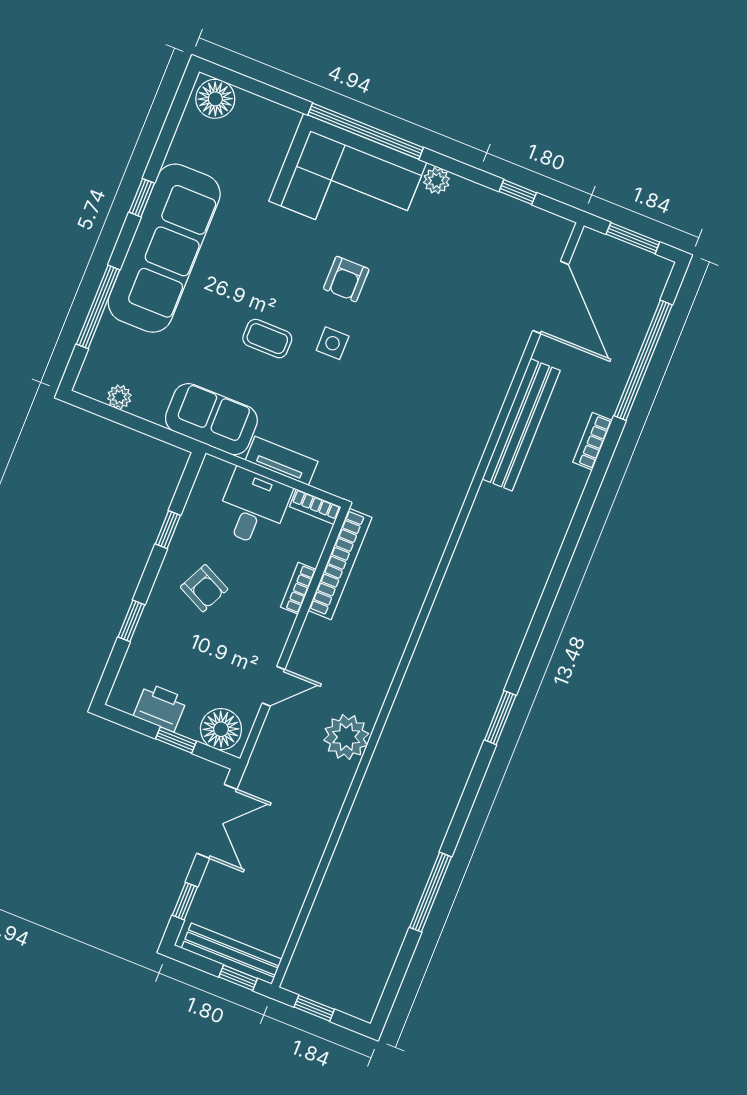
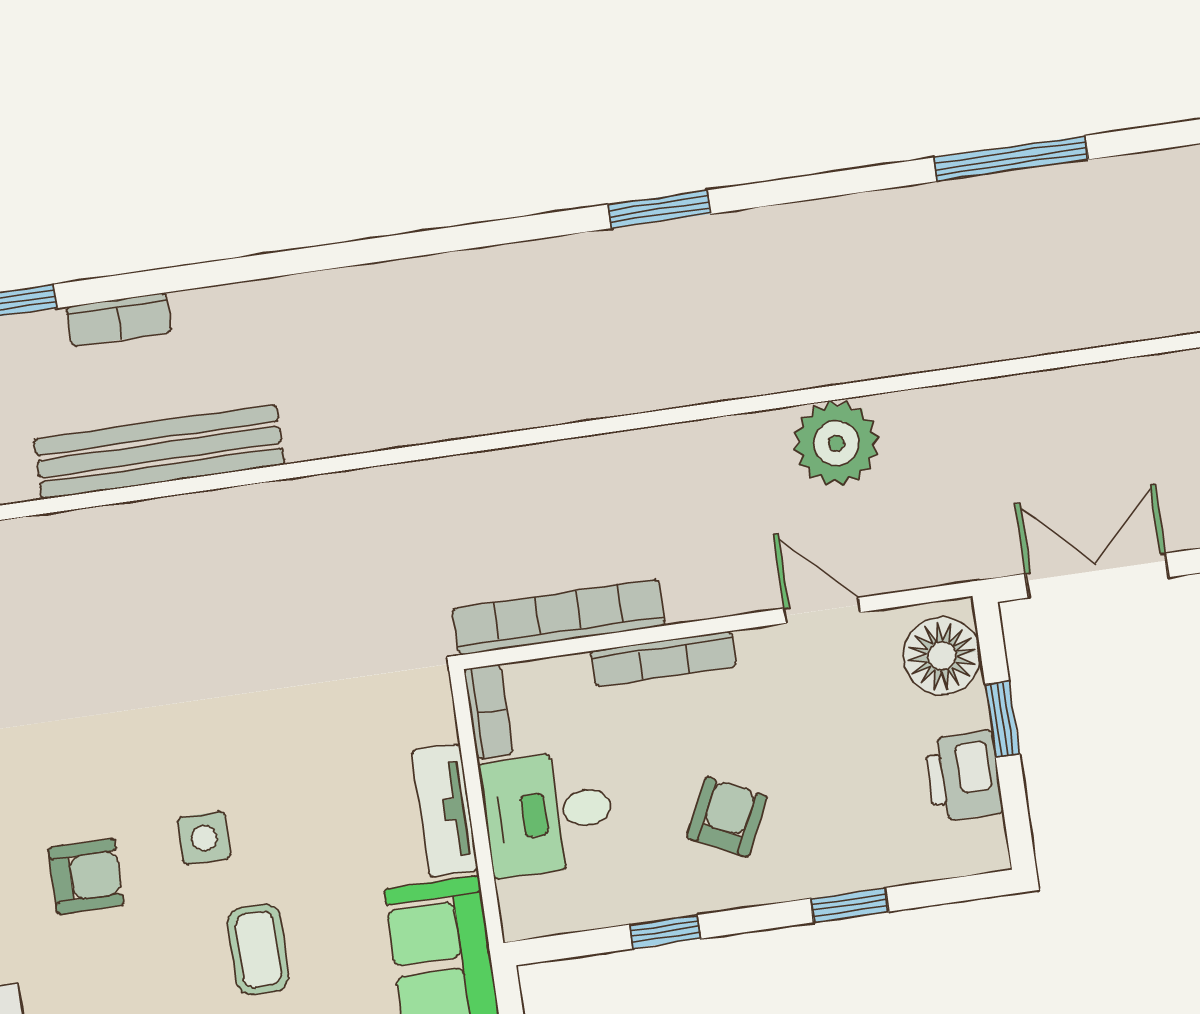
bookcase: (298, 588) -> (663, 659), width x1.56

